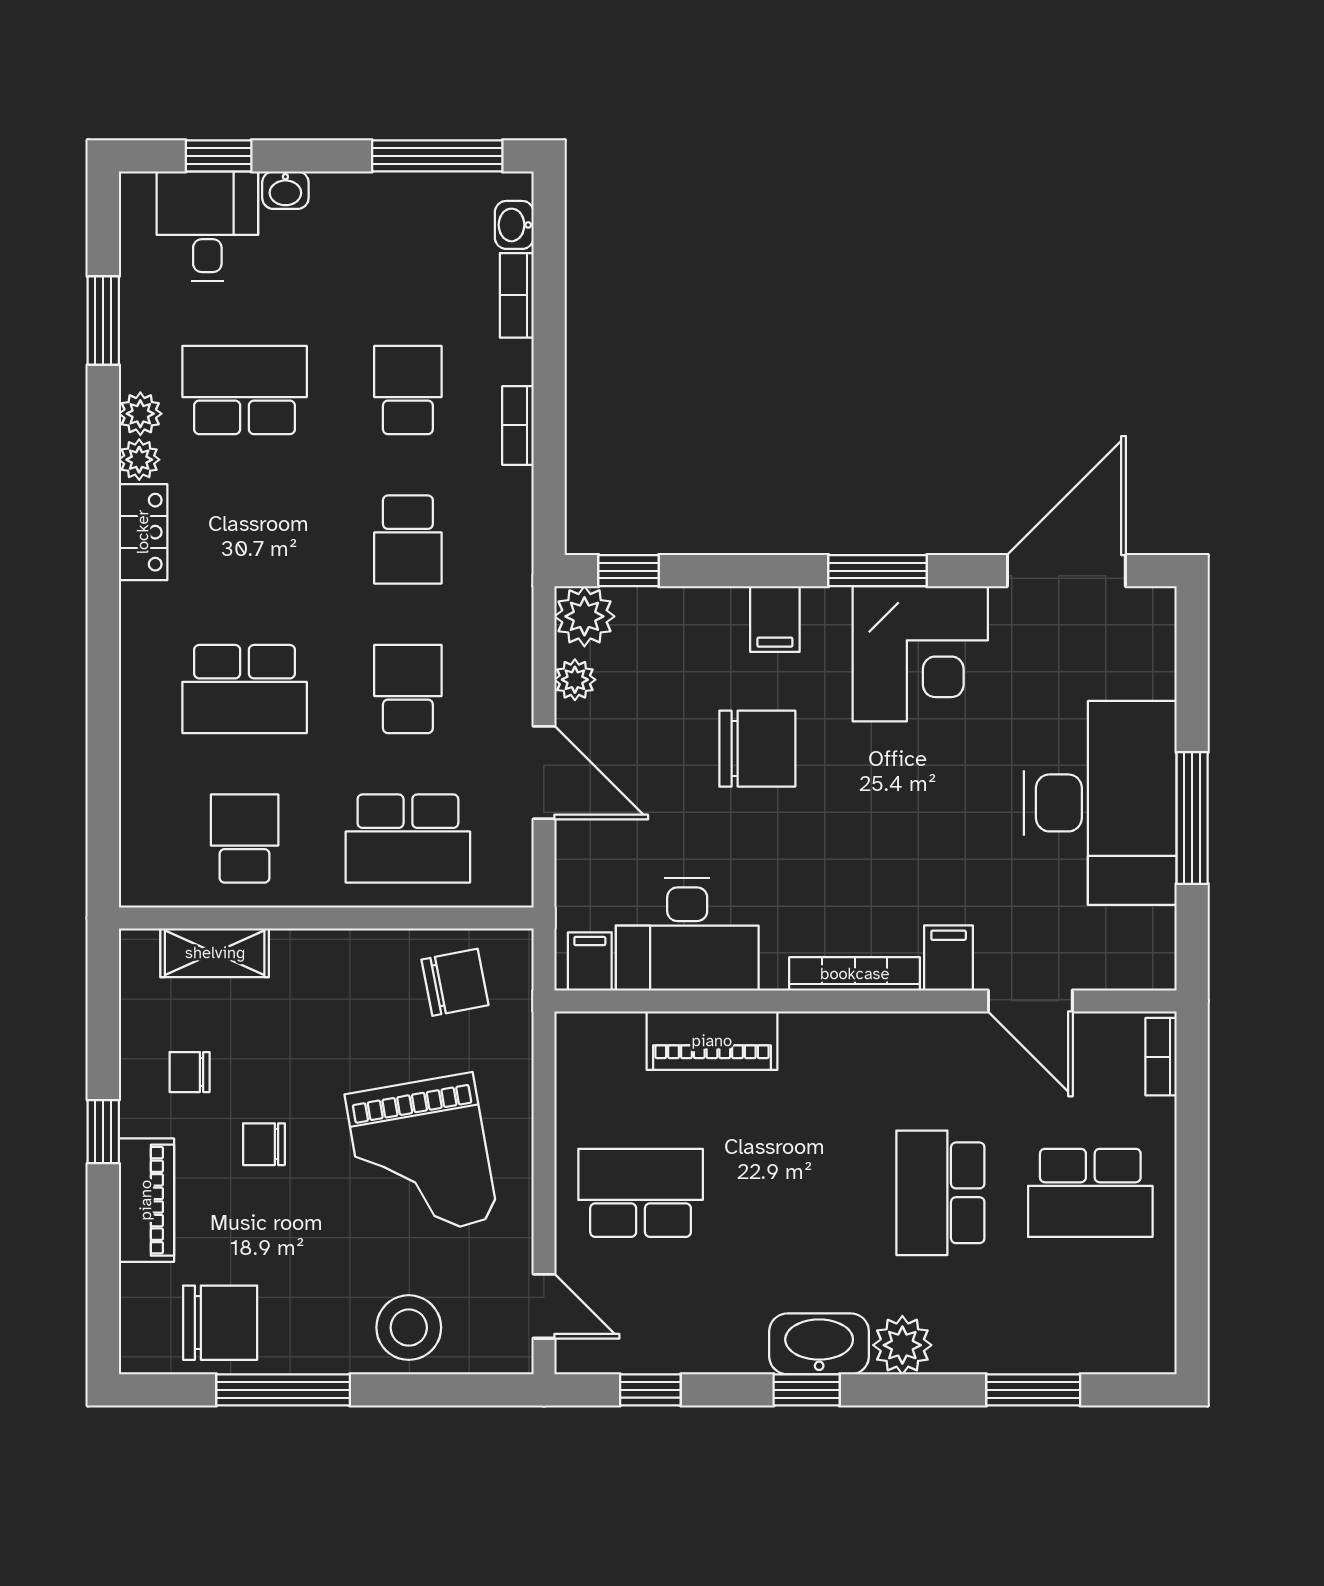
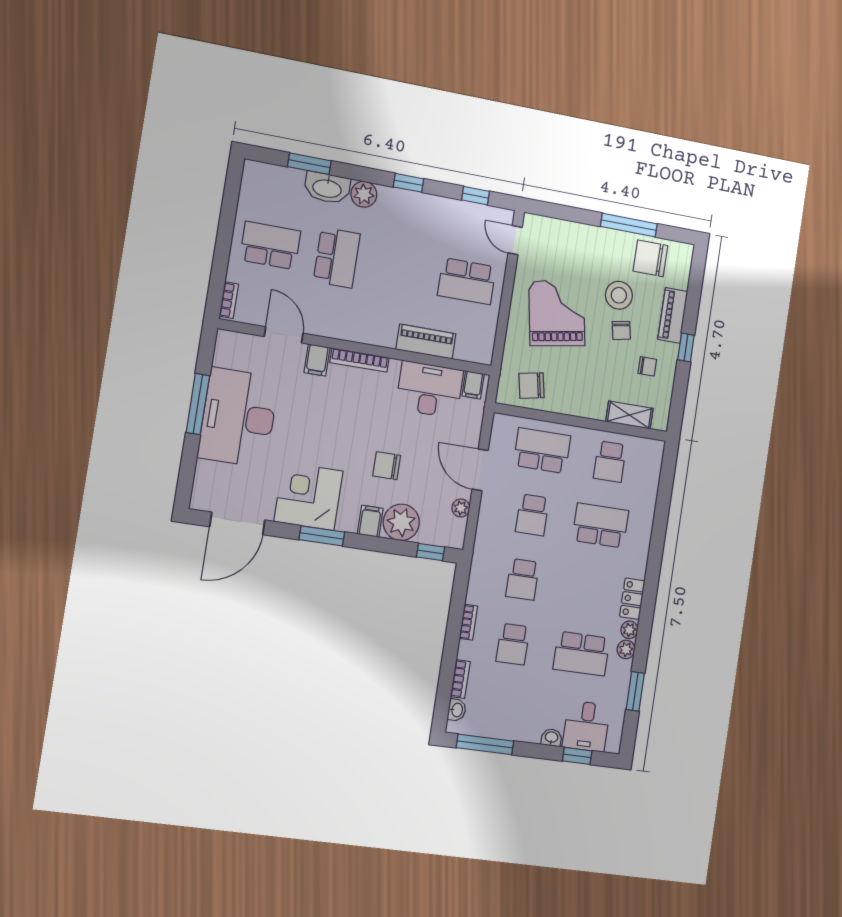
school desk: (408, 540) -> (523, 579), turned 180
plant: (584, 616) -> (401, 522), moved, width x1.36, depth x1.36
chair: (757, 749) -> (387, 466), width x0.73, depth x0.73
chair: (264, 1144) -> (621, 330), turned 79
stool: (409, 1328) -> (619, 295), moved
washbasin: (819, 1344) -> (327, 188), moved

